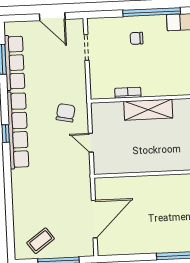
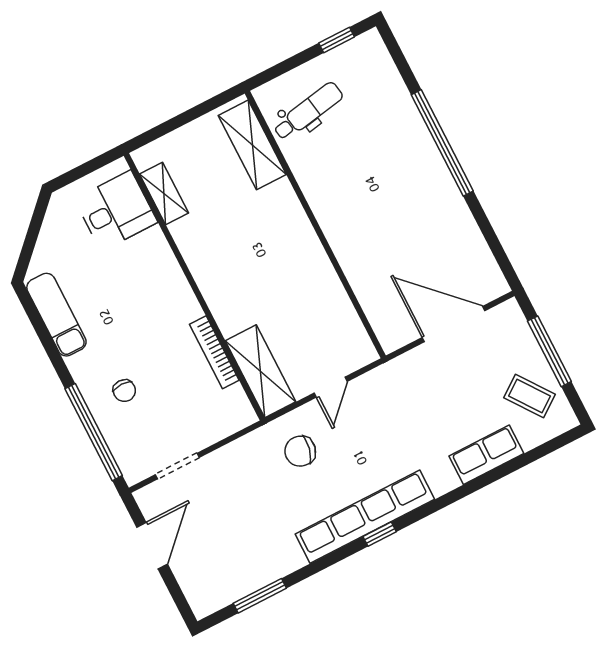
window: (152, 12) -> (94, 432), moved
row of seats: (15, 63) -> (486, 455), moved, width x0.68
bookcase: (128, 93) -> (214, 352), width x1.56
shelving: (148, 110) -> (260, 371), moved

